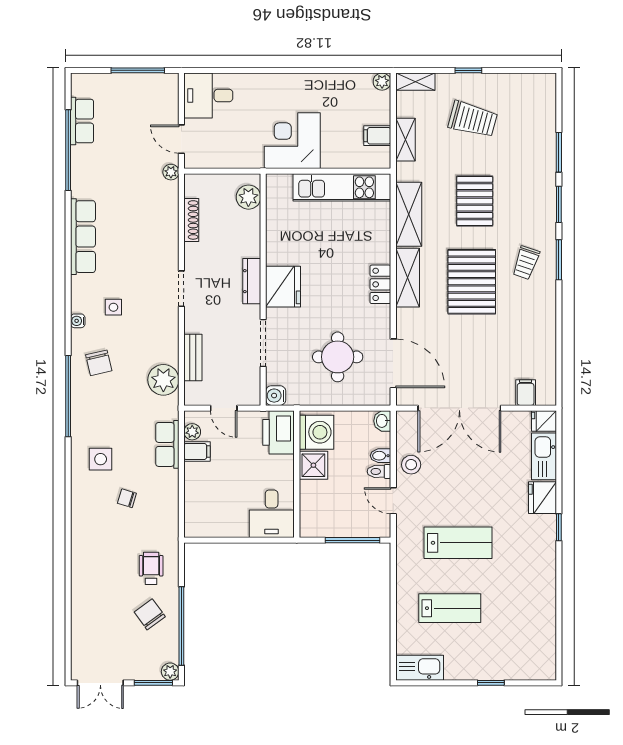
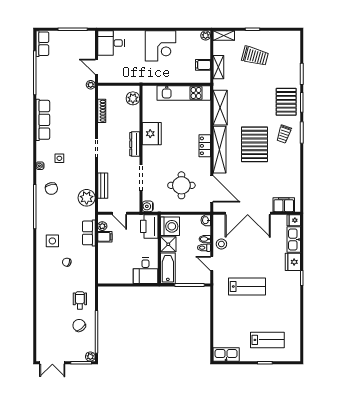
row of seats: (82, 121) -> (42, 44), moved
corner desk: (292, 141) -> (161, 46), moved, turned 180
pallet: (475, 201) -> (286, 102), moved
shelving: (408, 278) -> (219, 150), width x1.47
fridge: (283, 287) -> (152, 134), moved
filing cabinet: (526, 393) -> (284, 205), width x2.00
bathtub: (313, 509) -> (168, 268), added
lab bench: (450, 608) -> (267, 340), moved

